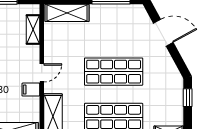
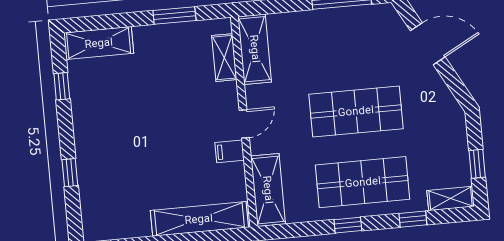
shelving: (67, 13) -> (255, 49), moved, turned 90
window: (188, 98) -> (477, 164), moved

